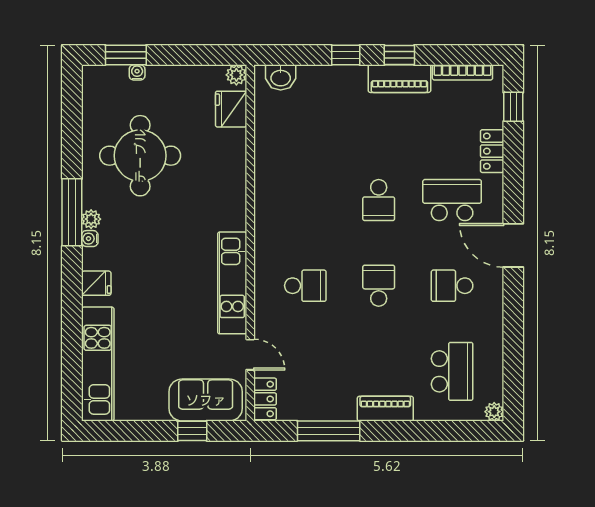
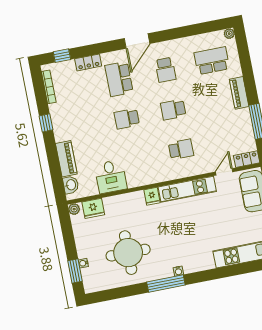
window: (346, 55) -> (52, 152), removed
piano: (399, 79) -> (66, 159), moved
desk: (281, 151) -> (111, 177), added
school desk: (379, 200) -> (127, 119), turned 180
plant: (91, 219) -> (168, 272), removed
fridge: (96, 283) -> (152, 196), moved, turned 180
school desk: (305, 286) -> (181, 149), turned 90

